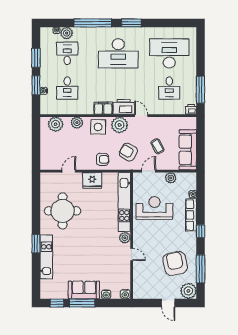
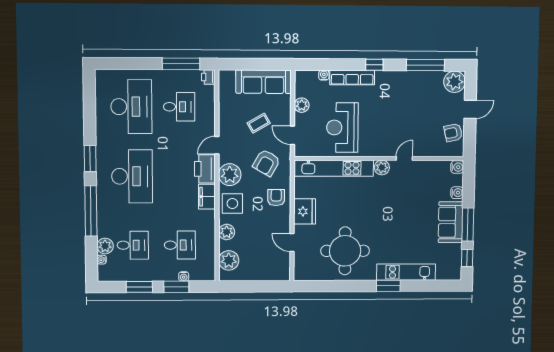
desk: (67, 53) -> (133, 245), turned 180
desk: (169, 53) -> (131, 107), turned 180
armchair: (175, 263) -> (453, 133), moved, width x0.53, depth x0.53

